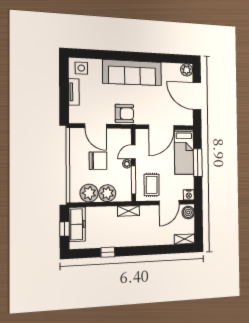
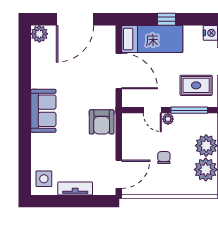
sofa: (132, 73) -> (43, 111), width x0.54, depth x0.79
armchair: (124, 114) -> (102, 122), turned 180
door: (96, 126) -> (119, 174), moved
chair: (98, 161) -> (164, 158), width x0.54, depth x0.54
window: (198, 163) -> (167, 19), width x0.46

